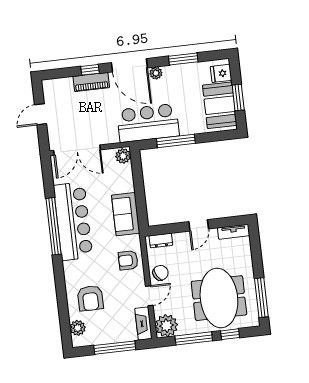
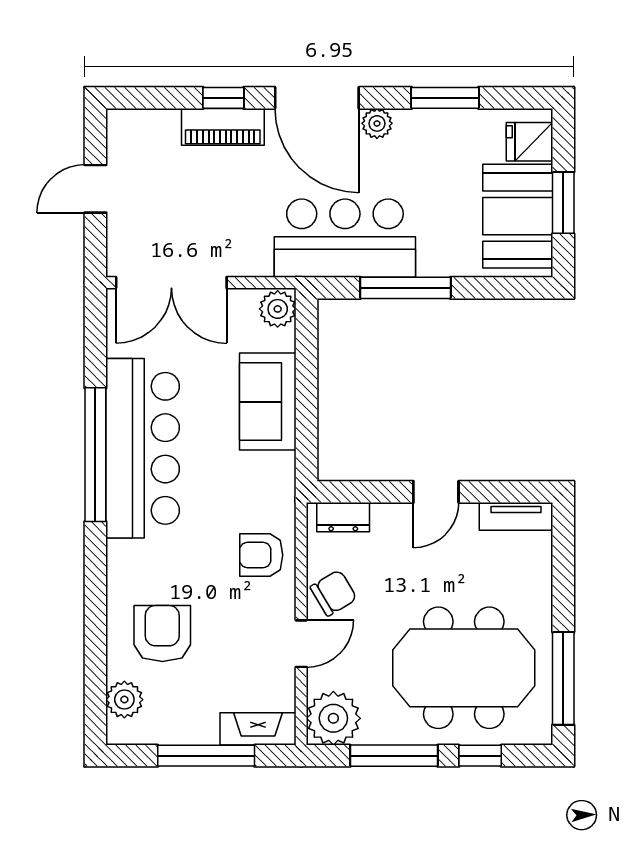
sofa: (126, 214) -> (268, 402), moved
armchair: (90, 298) -> (162, 634), turned 180
meeting table: (219, 298) -> (464, 668), turned 90
fireplace: (143, 324) -> (258, 729), moved, turned 90

